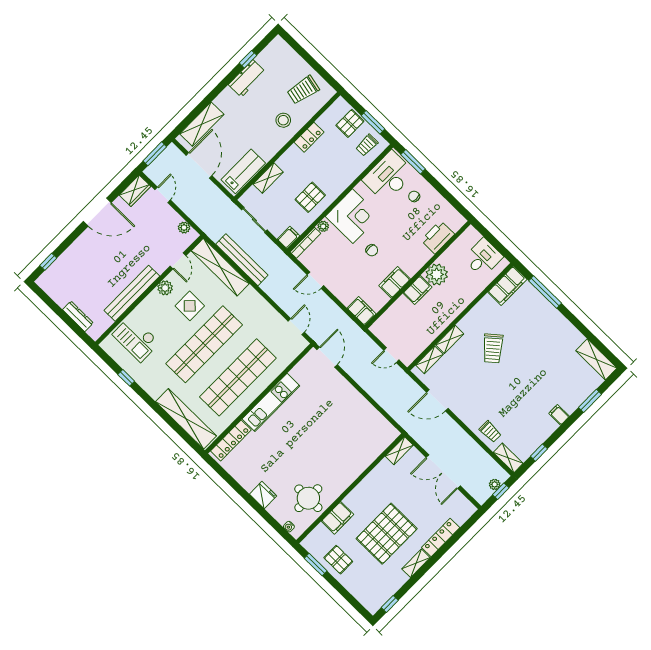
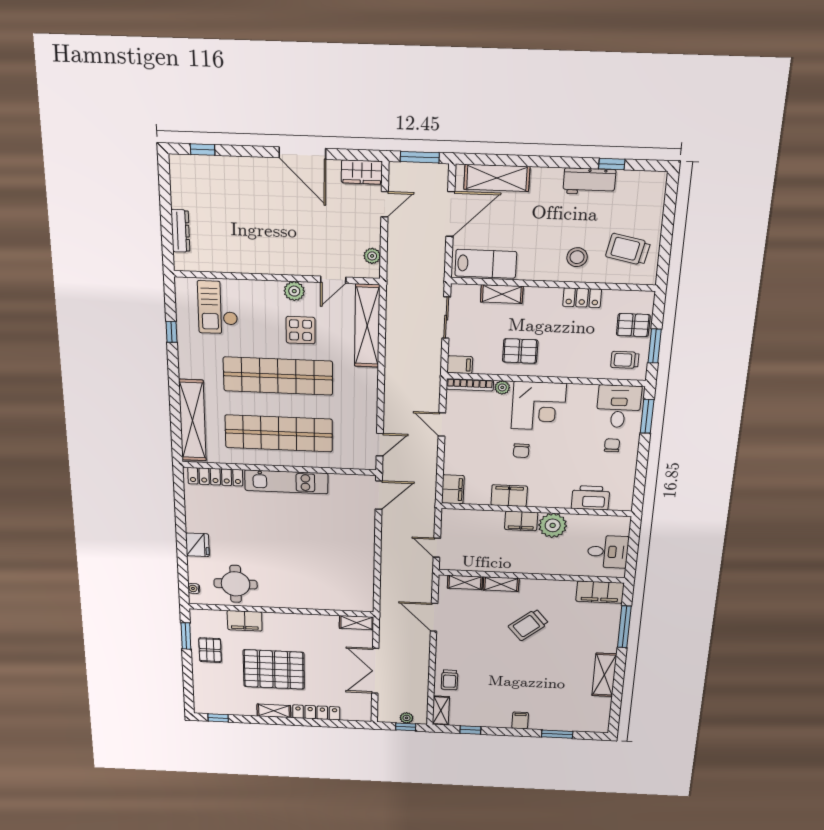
desk: (389, 176) -> (619, 406), width x0.73
bench: (242, 260) -> (395, 340), removed
bench: (132, 293) -> (257, 264), removed
shelving: (596, 359) -> (604, 675), moved

